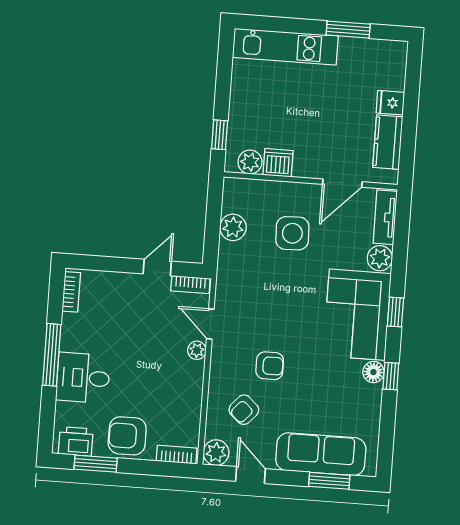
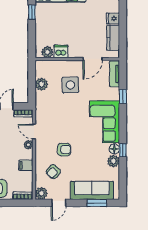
window: (220, 135) -> (32, 12), moved
plant: (380, 258) -> (113, 161), moved
window: (396, 312) -> (123, 96), moved
filing cabinet: (188, 393) -> (26, 165), added
door: (250, 475) -> (59, 203), swing flipped

